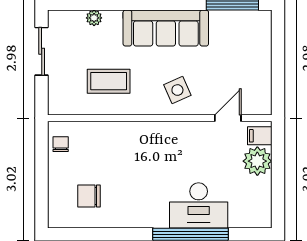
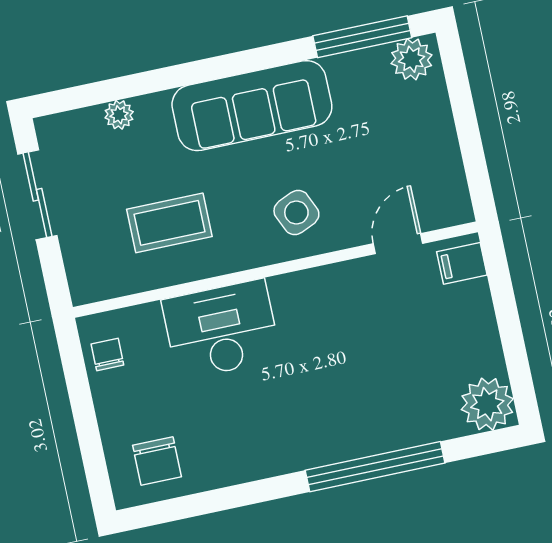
plant: (256, 21) -> (412, 59), added
plant: (257, 161) -> (487, 404), moved
chair: (89, 196) -> (157, 461), moved, turned -90
desk: (199, 205) -> (221, 330), moved, turned 180

